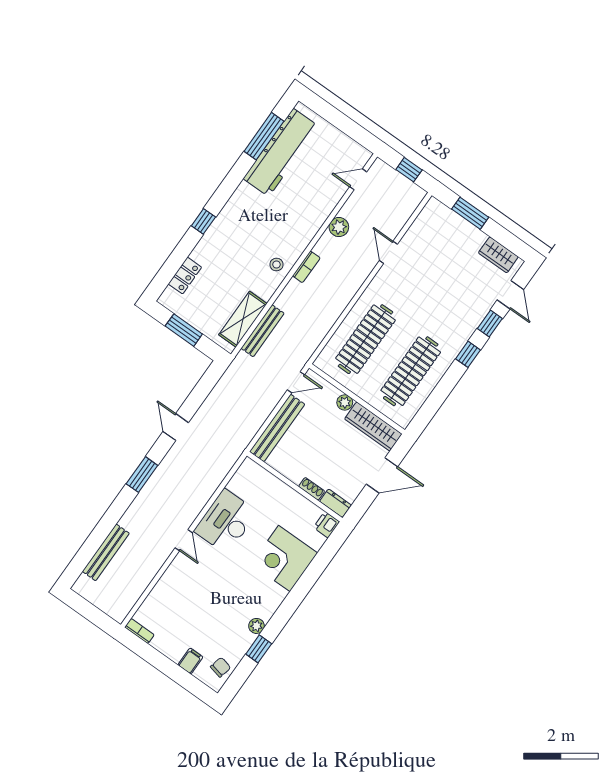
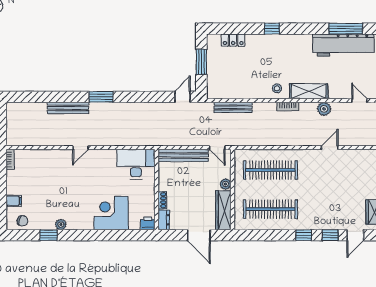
shelving: (243, 319) -> (309, 91), moved
door: (176, 427) -> (182, 97), moved
desk: (226, 522) -> (136, 164), moved
bench: (106, 552) -> (68, 108), moved

